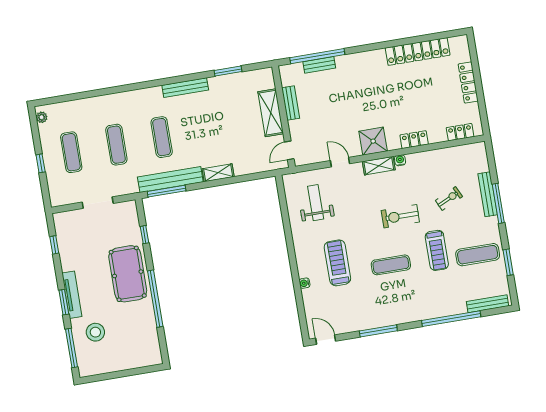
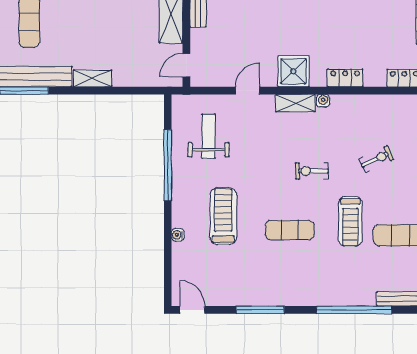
door: (340, 162) -> (248, 91), hinge flipped
exercise bike: (400, 216) -> (312, 171), width x0.73, depth x0.72
window: (288, 231) -> (168, 165), added

